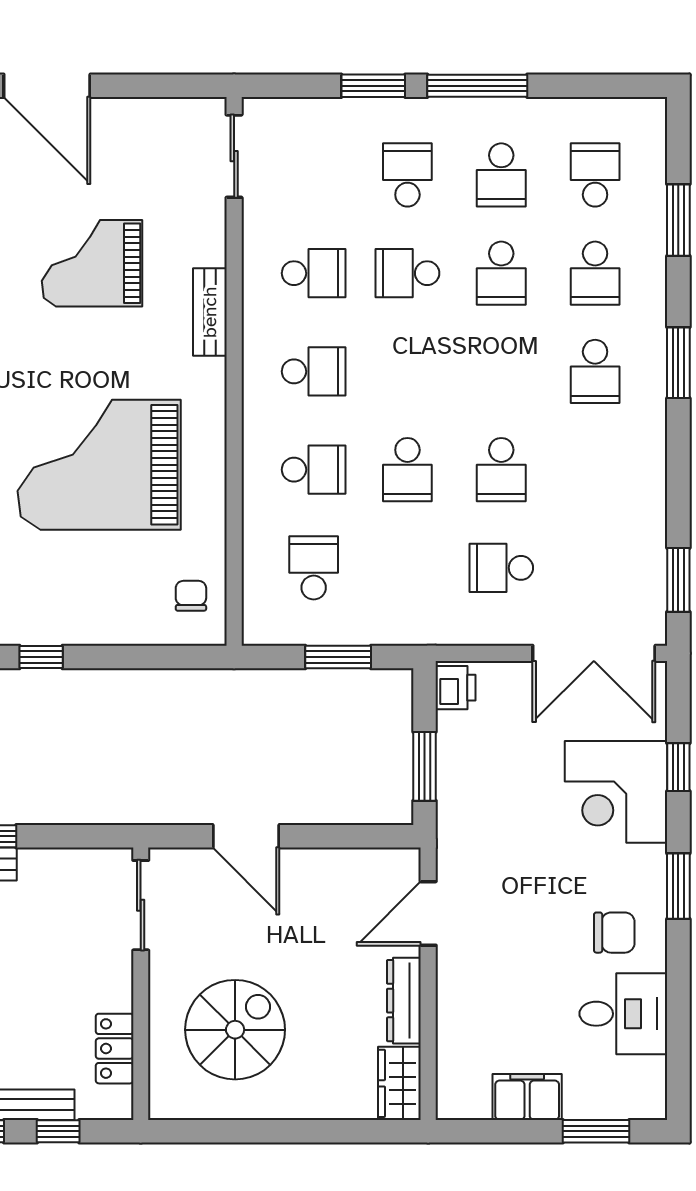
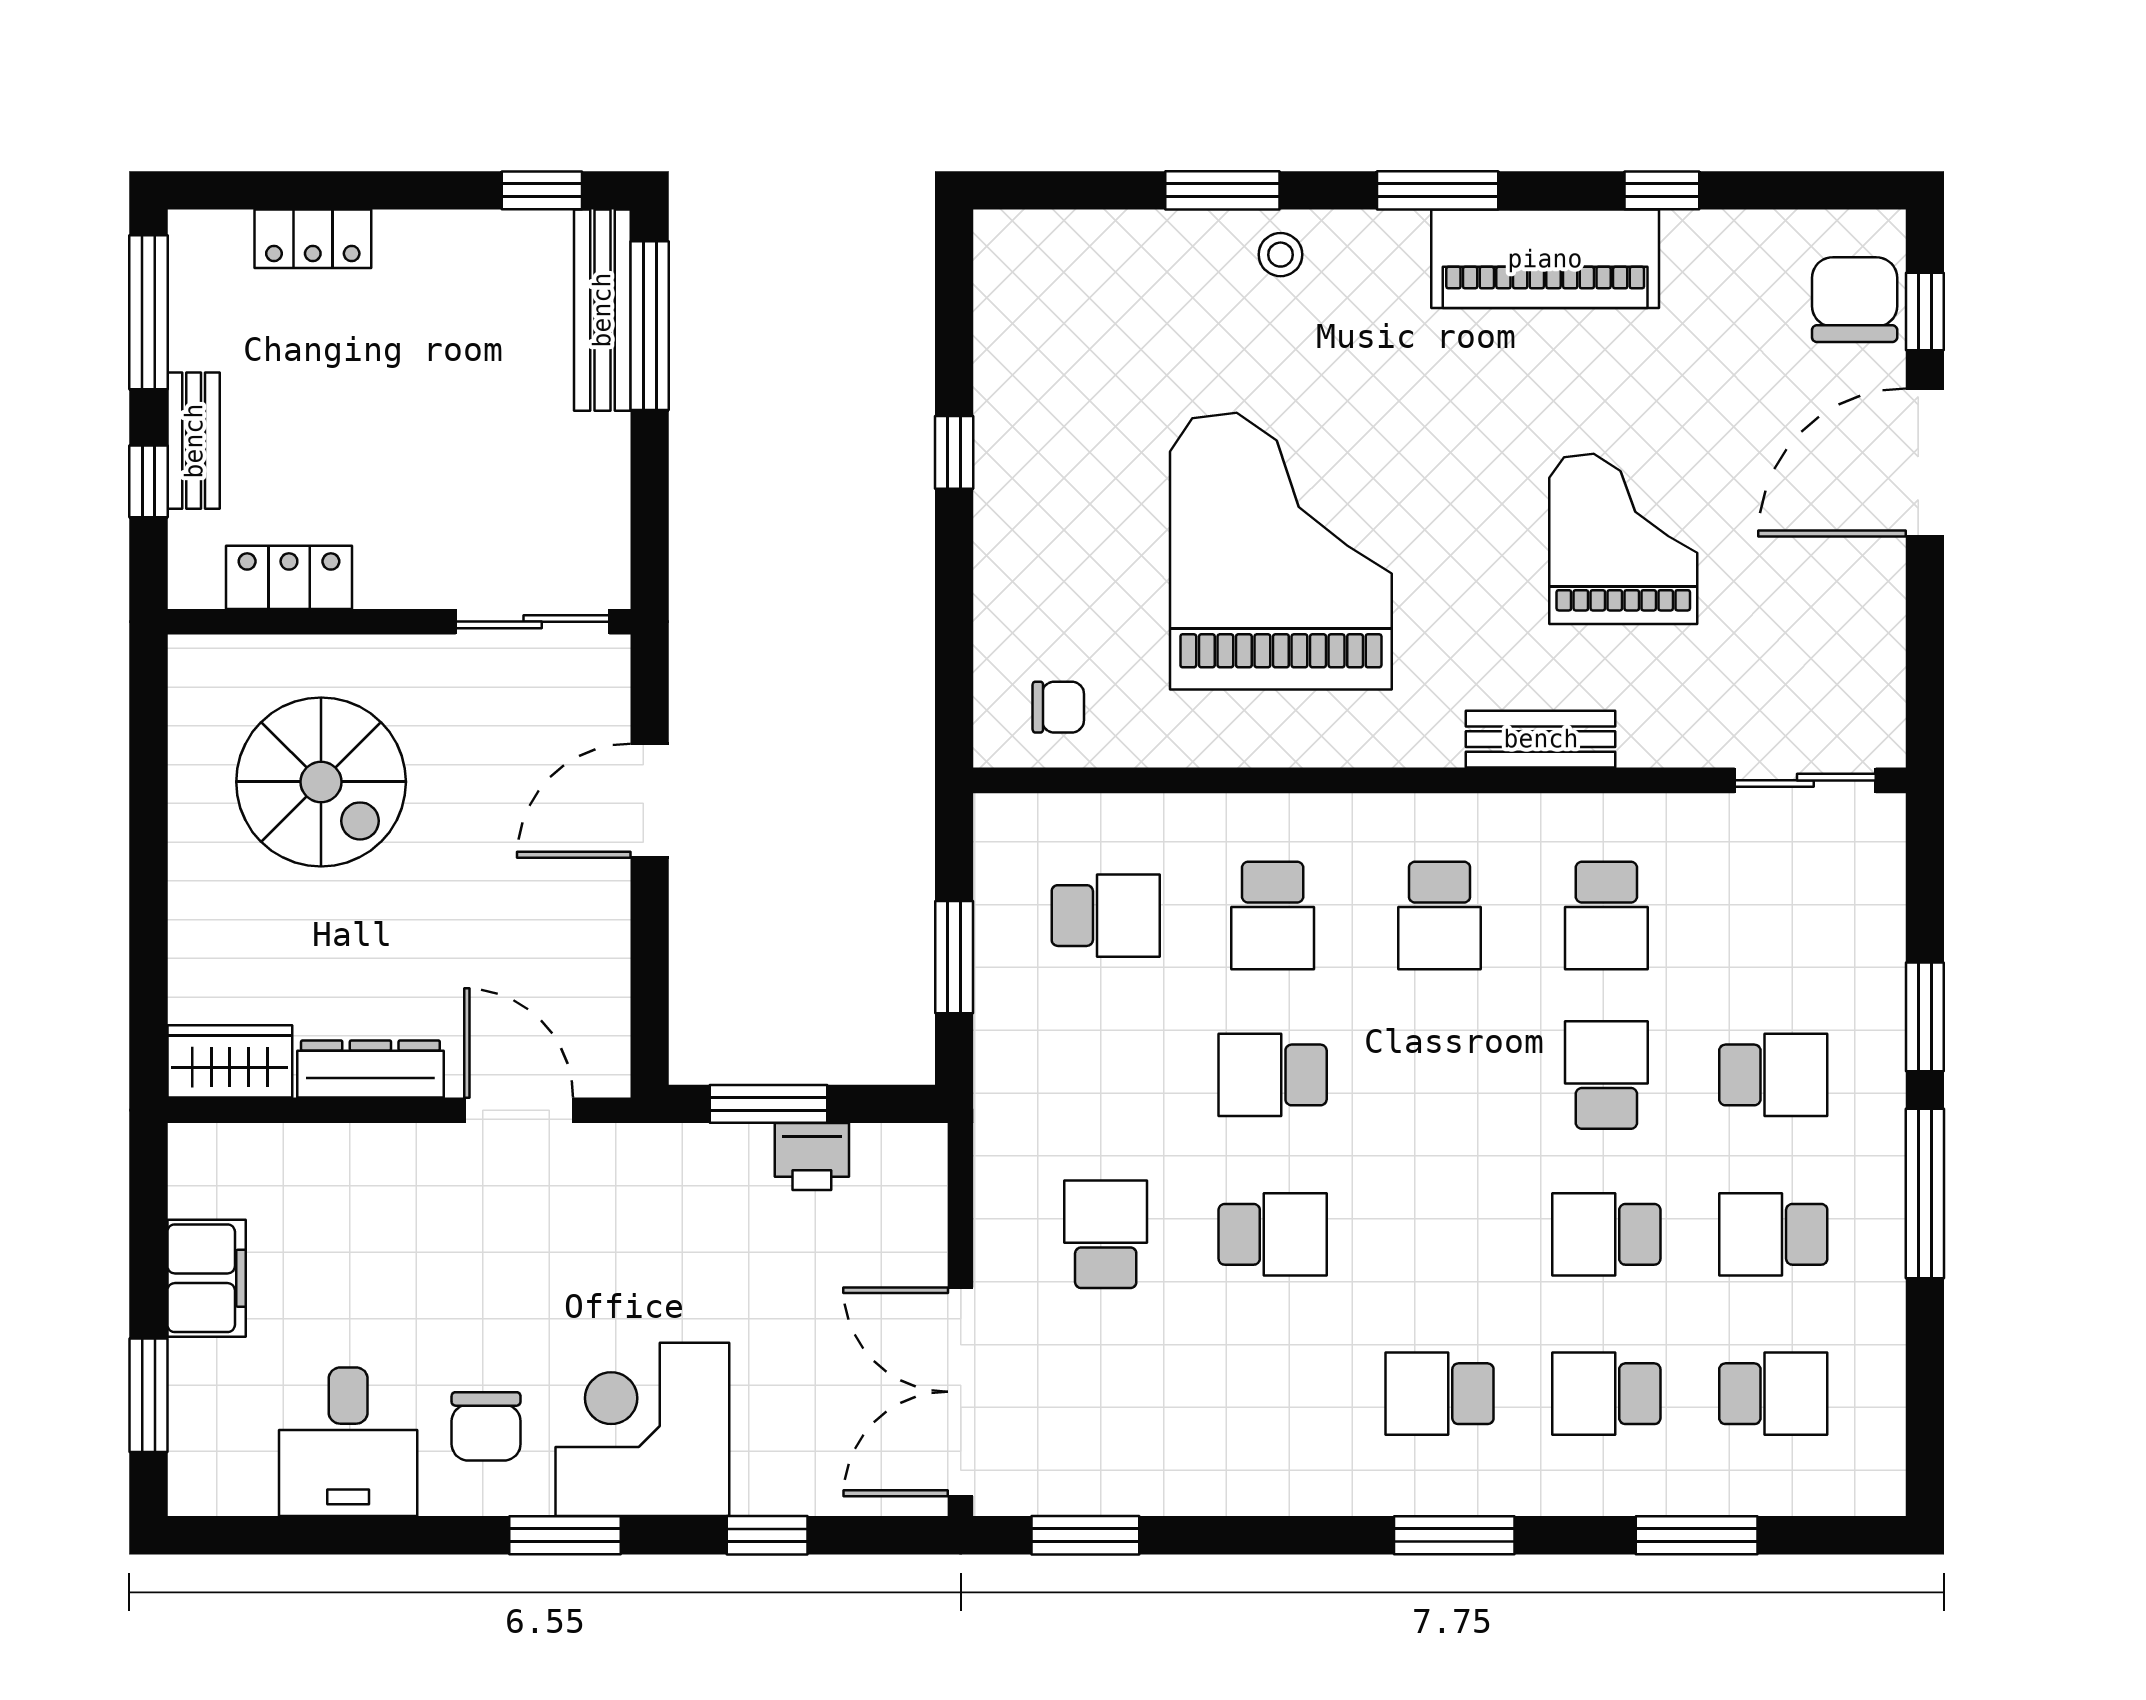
school desk: (501, 470) -> (1273, 1234), turned 180
printer: (455, 688) -> (812, 1157), moved
corner desk: (616, 792) -> (642, 1429), moved

